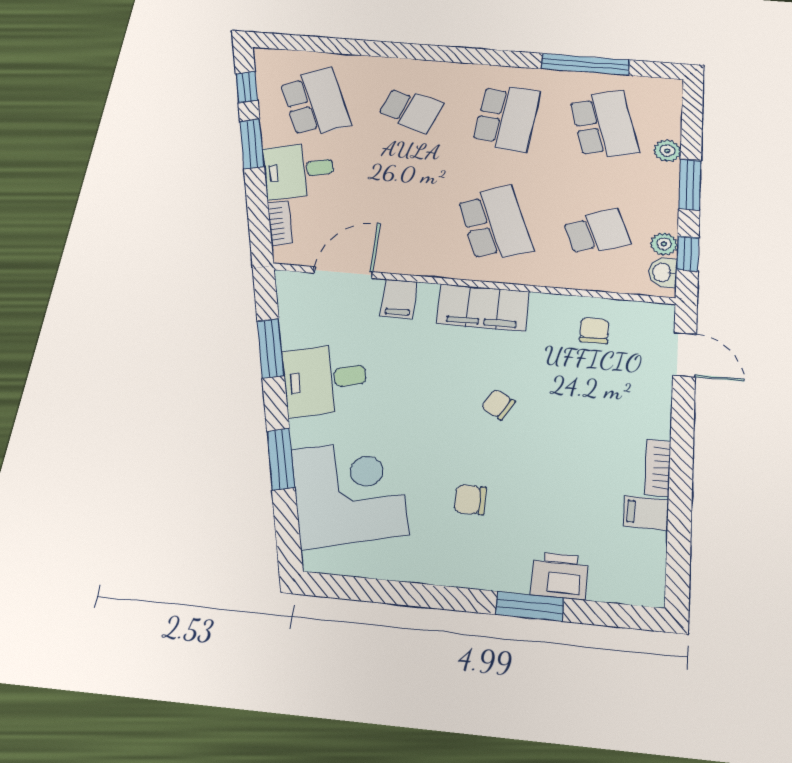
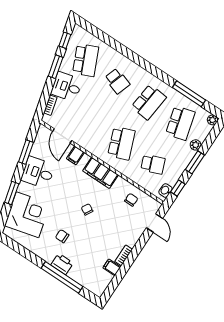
plant: (664, 244) -> (212, 120), moved
door: (343, 272) -> (62, 136), swing flipped
printer: (560, 576) -> (62, 264), moved
window: (530, 606) -> (62, 277), width x2.11

